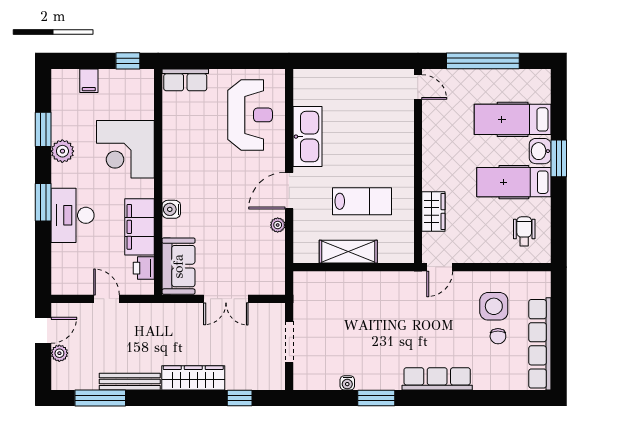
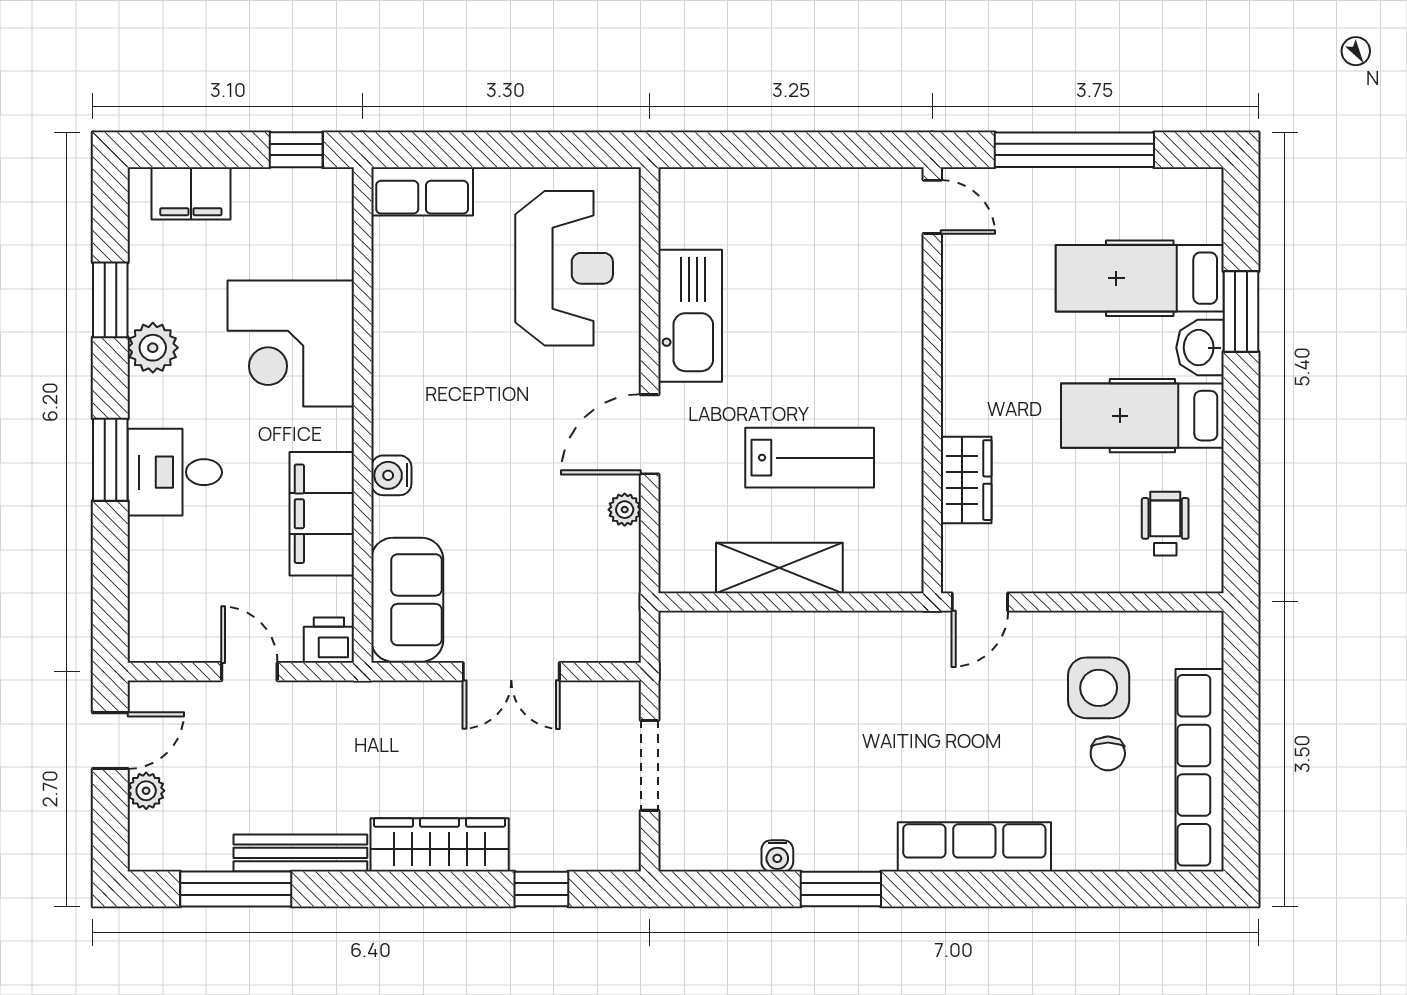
filing cabinet: (89, 81) -> (191, 193), width x2.00
window: (559, 158) -> (1241, 311), moved
desk: (72, 215) -> (175, 472), width x0.73
printer: (144, 268) -> (329, 640), moved, turned 90

